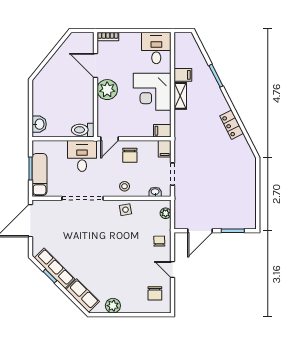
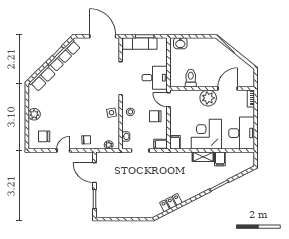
desk: (156, 48) -> (242, 133), width x1.37
locker: (232, 125) -> (171, 203), moved
toilet: (83, 130) -> (191, 78), moved
plant: (113, 306) -> (34, 114), moved

